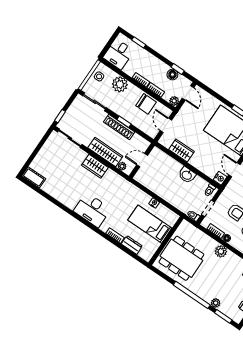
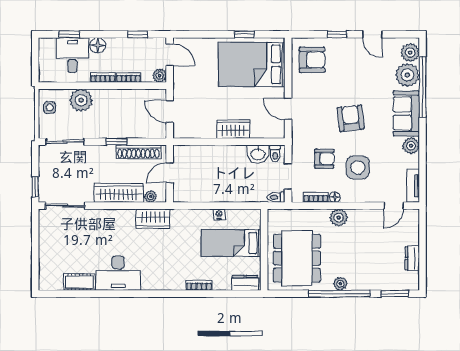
desk: (118, 54) -> (72, 55), moved, turned 180
floor lamp: (172, 75) -> (98, 45), moved
chair: (146, 104) -> (128, 102), removed
shoe rack: (119, 127) -> (138, 152), moved
wardrobe: (181, 151) -> (233, 129), moved
wardrobe: (95, 166) -> (153, 219), moved
washbasin: (187, 175) -> (258, 154), moved
cot: (34, 177) -> (79, 282), moved
nightstand: (220, 178) -> (278, 131), removed
desk: (92, 210) -> (118, 273), moved
dresser: (132, 245) -> (245, 283), moved
dining table: (181, 258) -> (297, 258), turned 90
plant: (216, 303) -> (340, 284), moved

